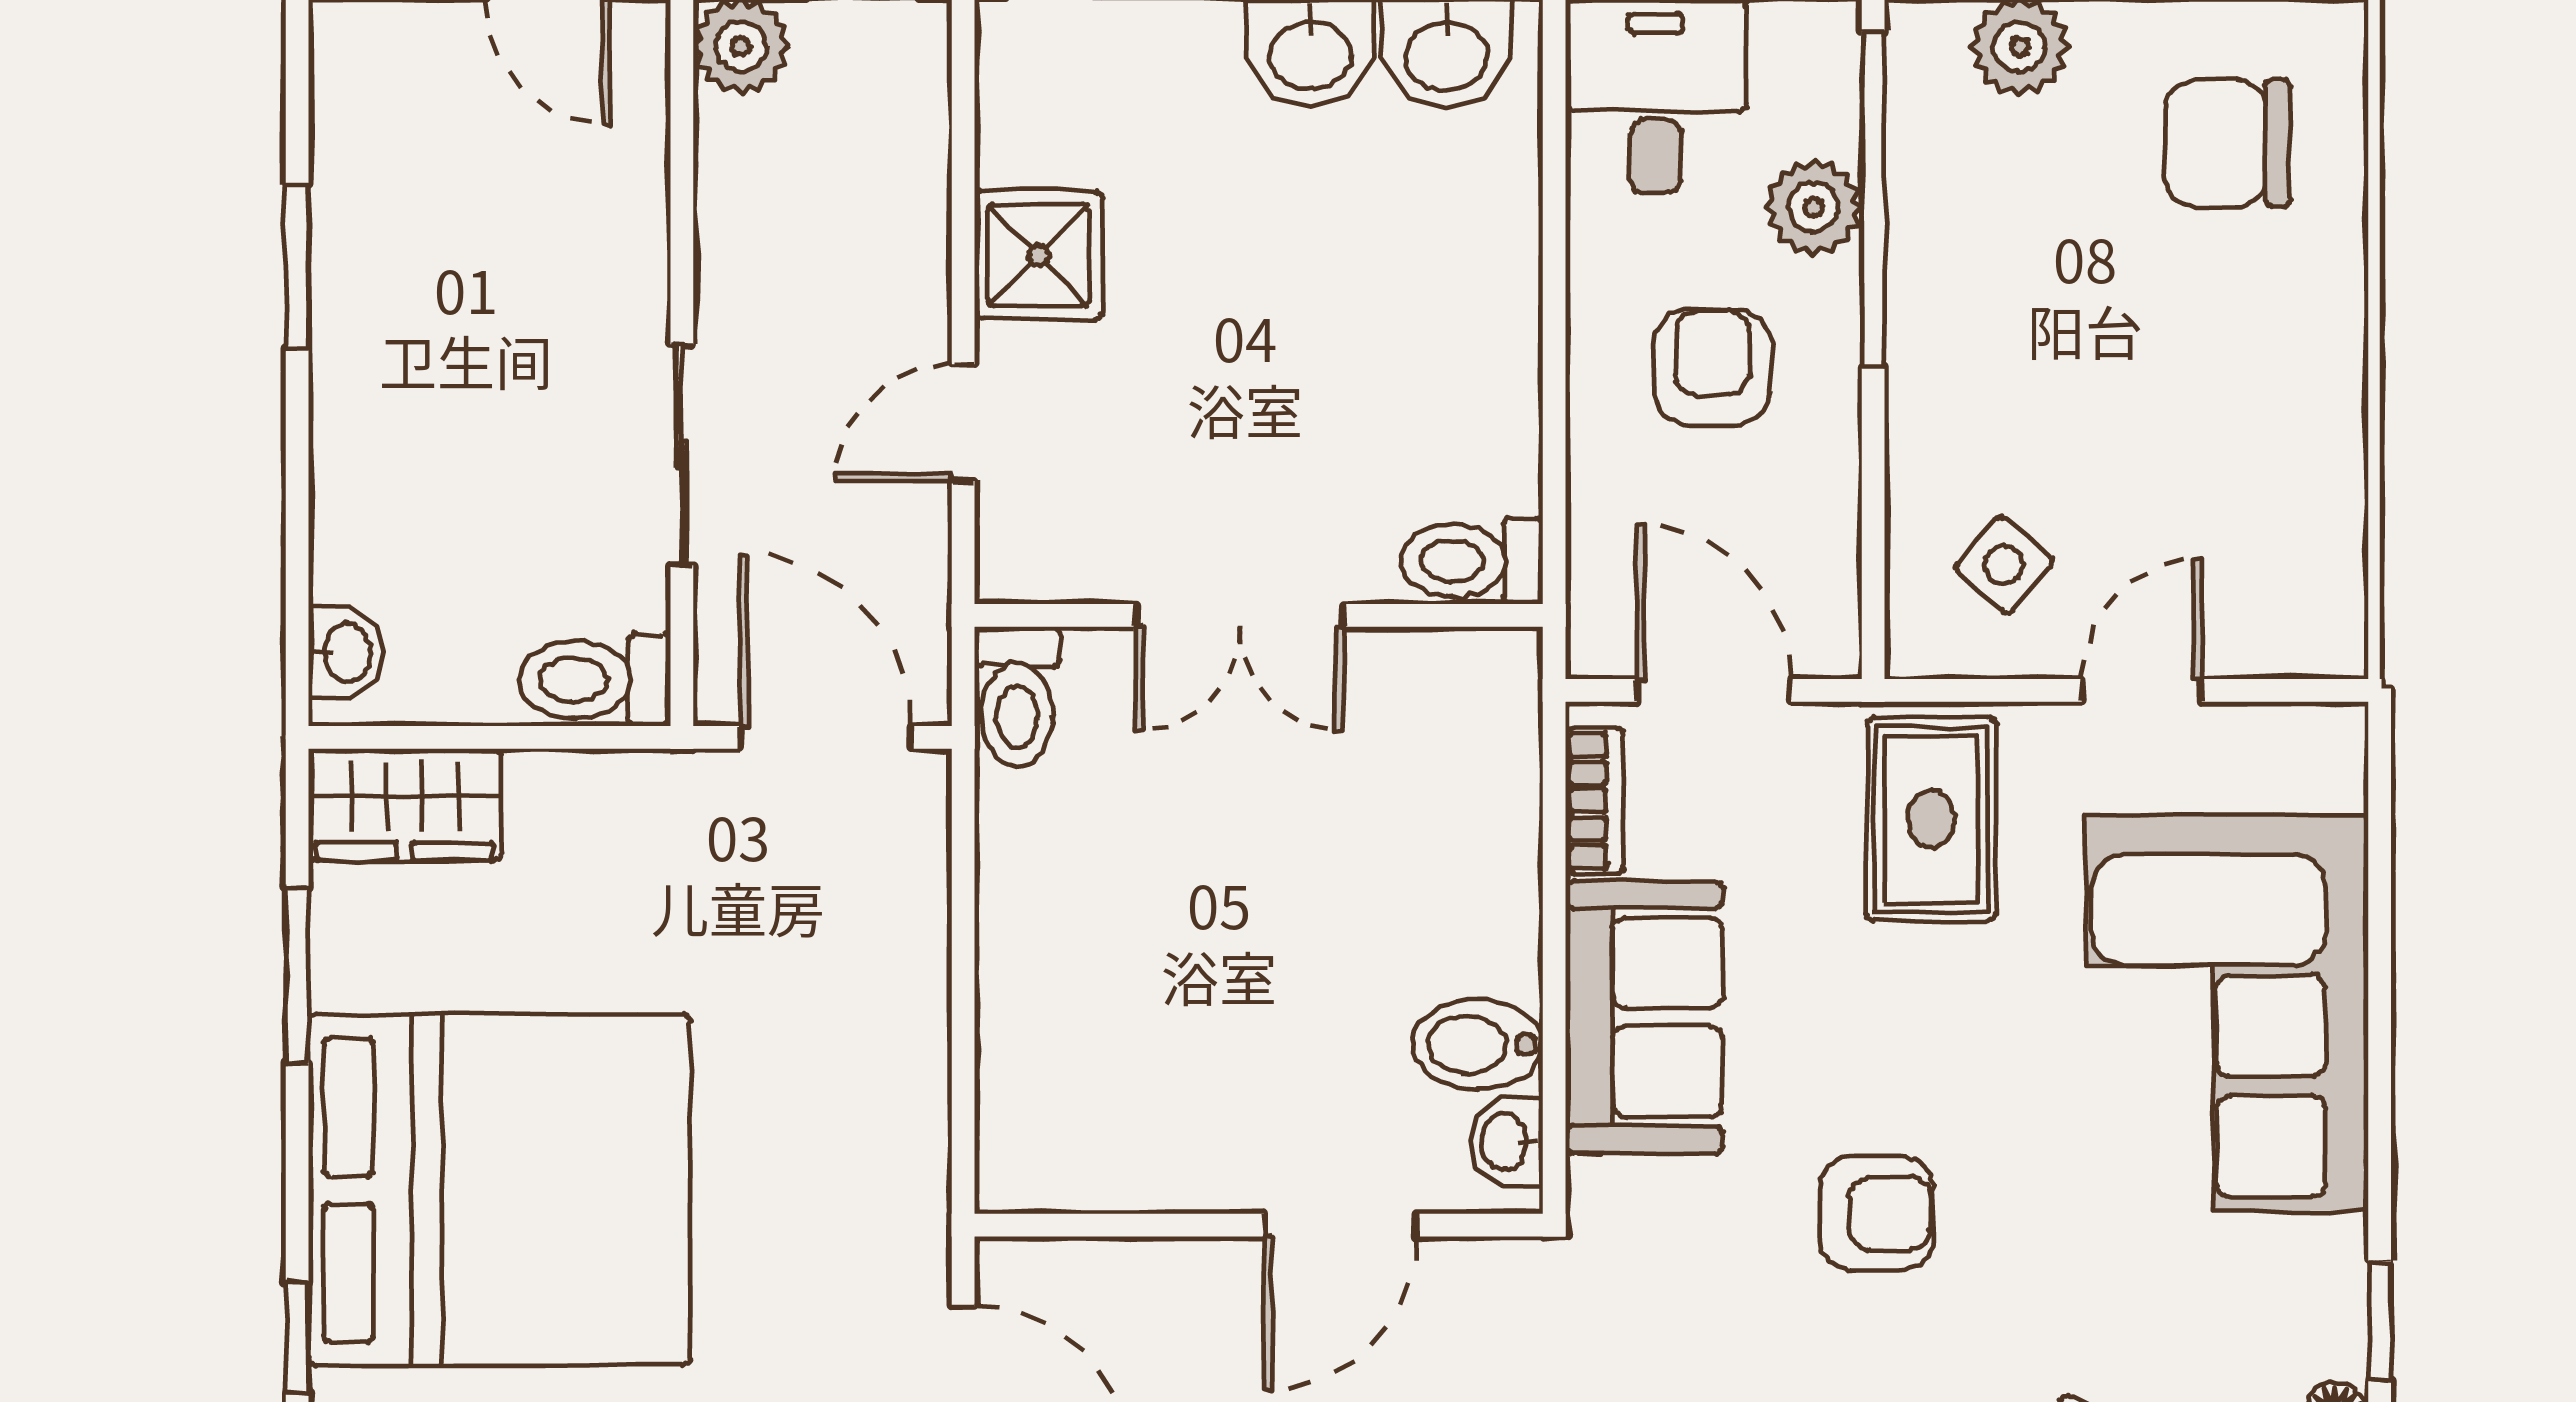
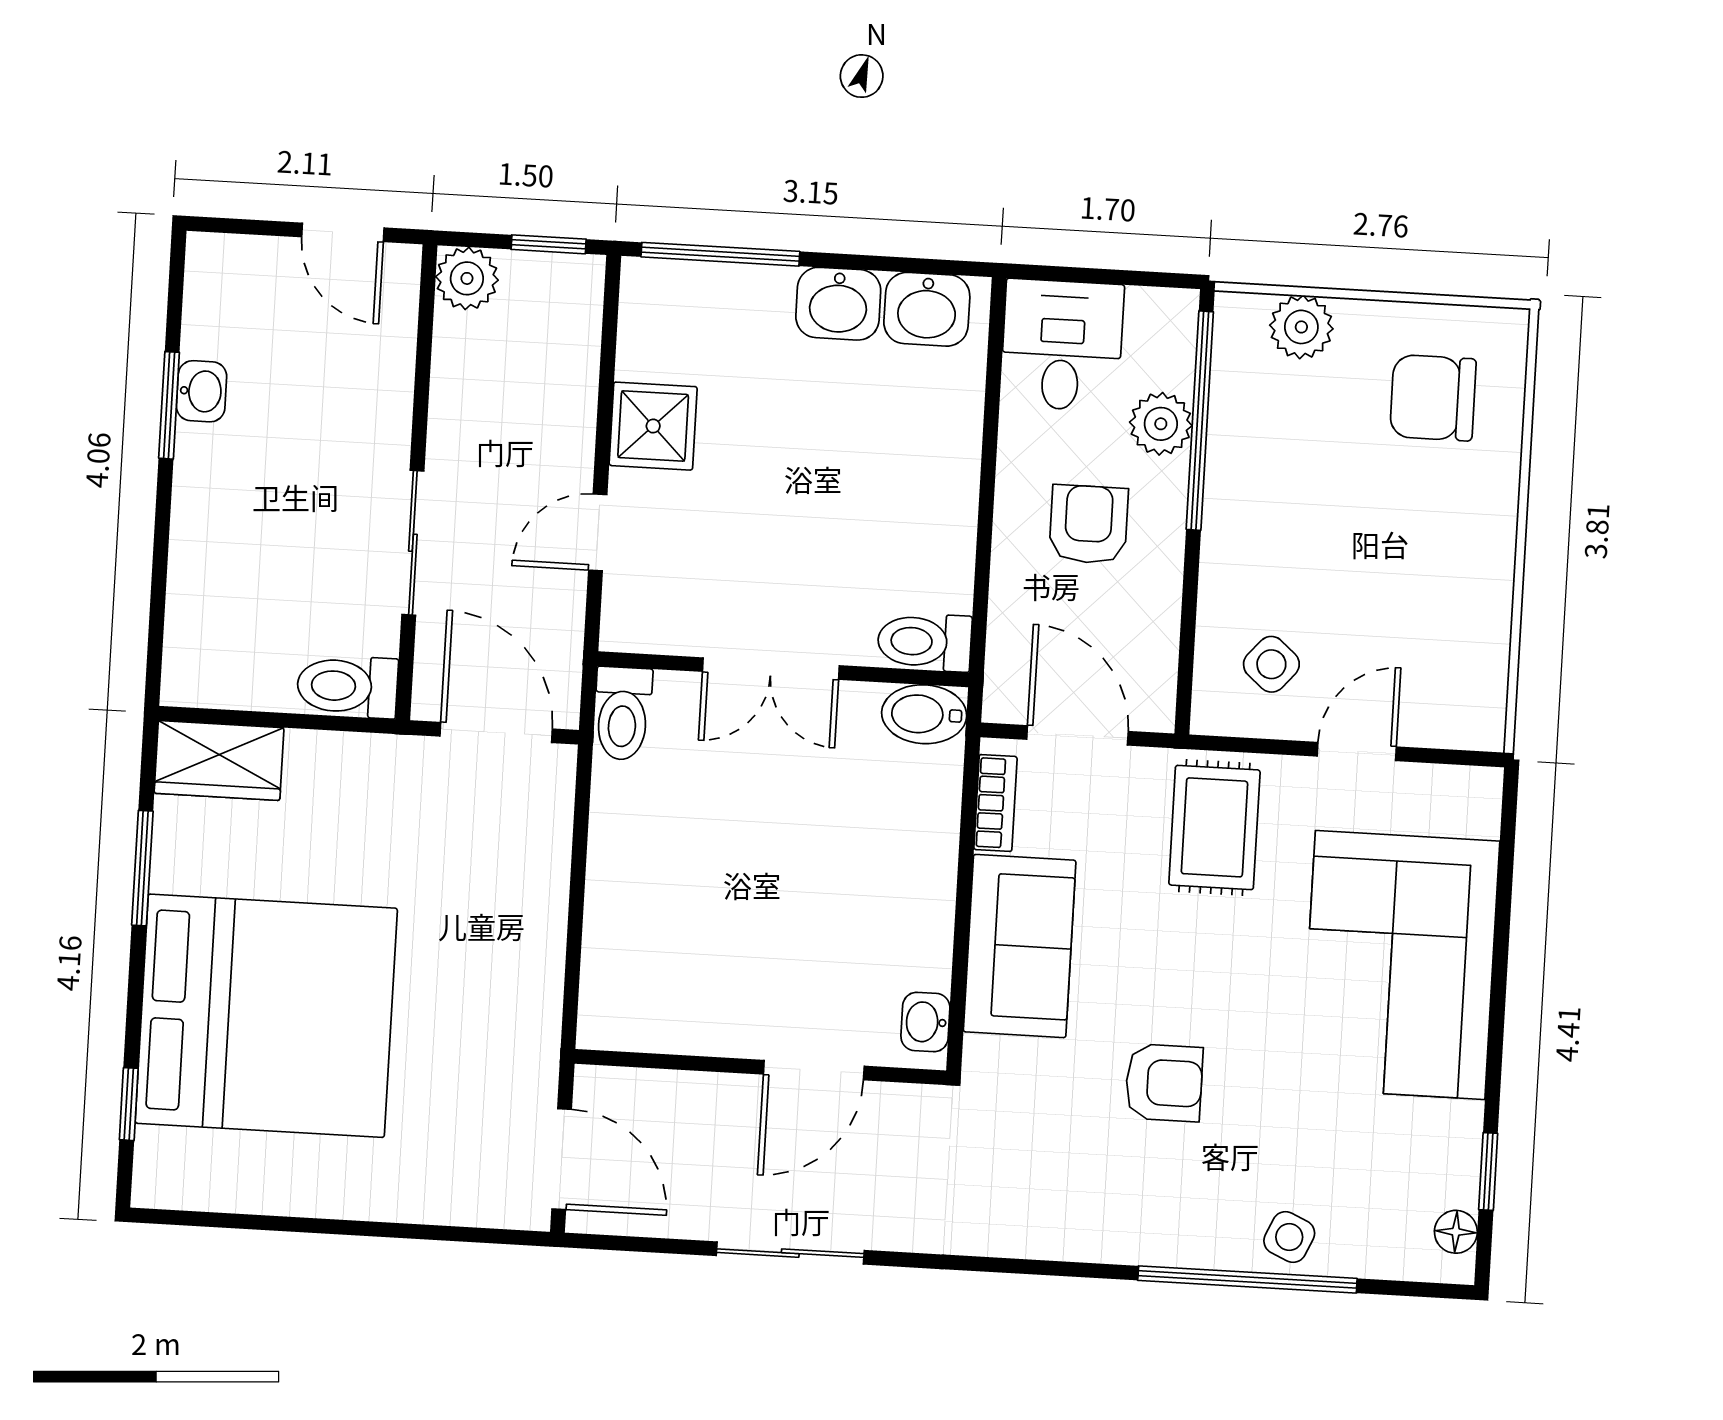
washbasin: (346, 653) -> (202, 391), moved
bidet: (1478, 1044) -> (924, 714), moved

